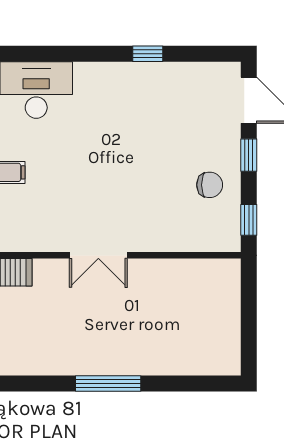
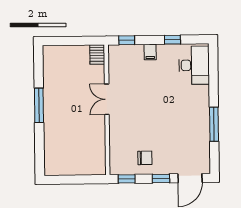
window: (148, 54) -> (214, 124), width x2.17
chair: (210, 185) -> (145, 158), turned -90

